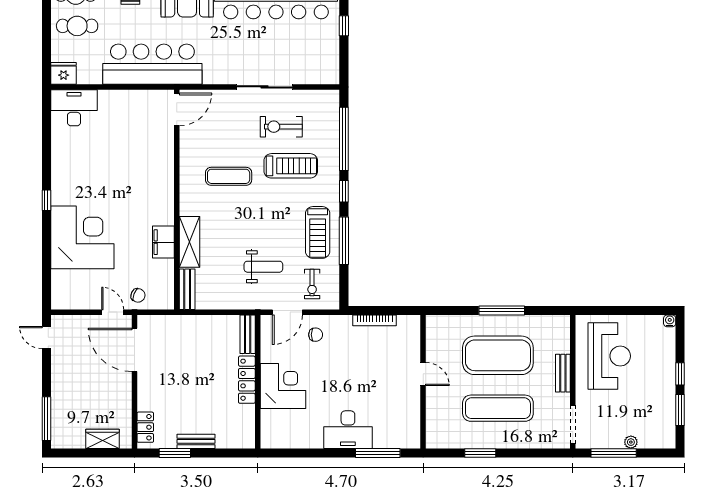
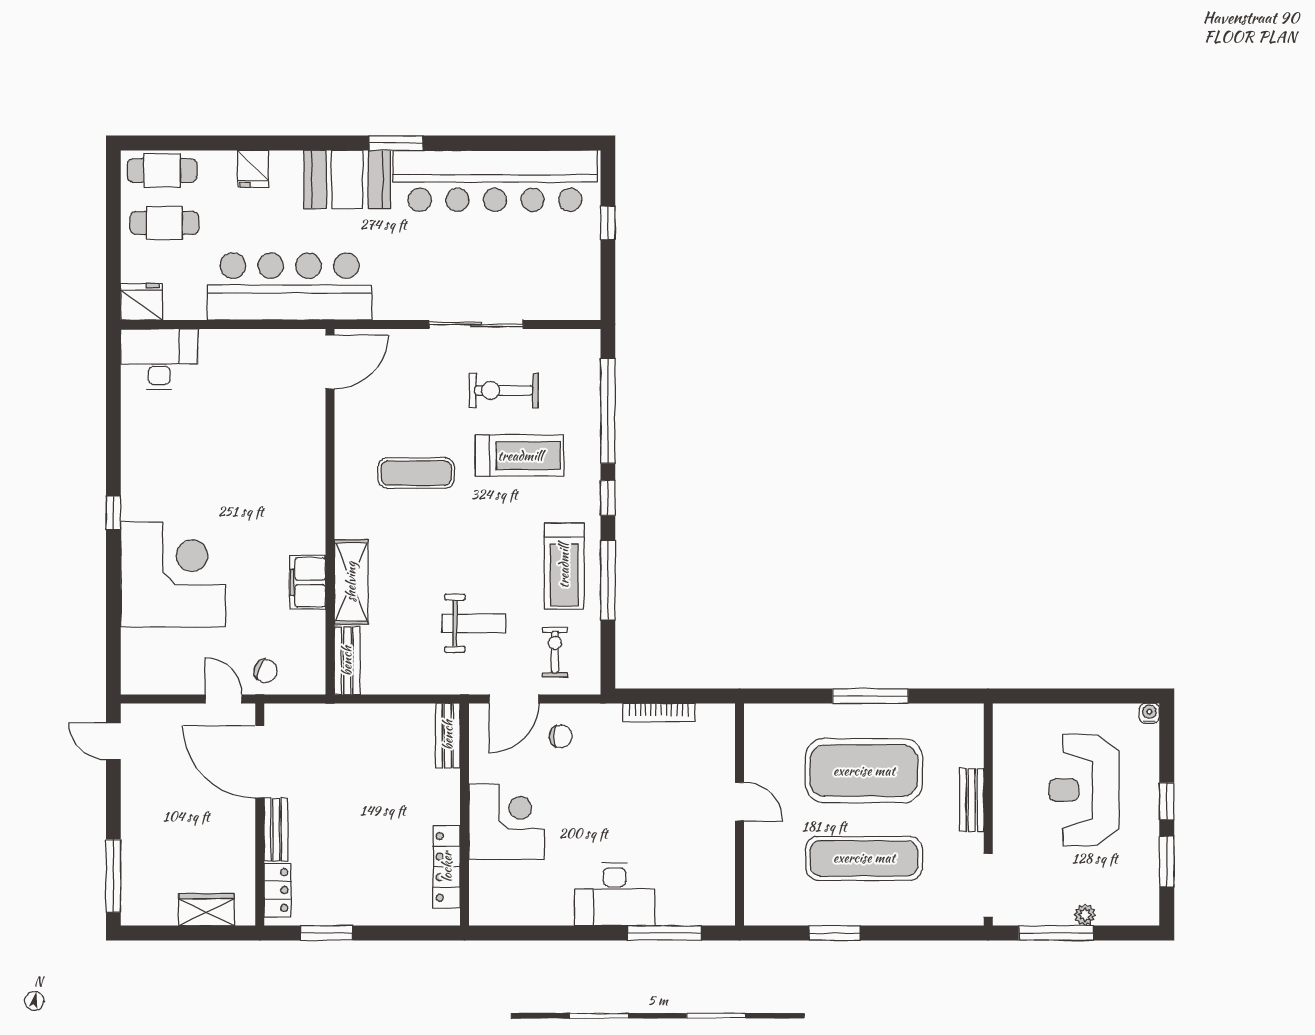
exercise bike: (312, 284) -> (555, 652), turned 180
reception desk: (609, 356) -> (1084, 790), moved, turned 180
locker: (247, 380) -> (447, 867), moved
bench: (196, 441) -> (276, 830), moved, turned 90

